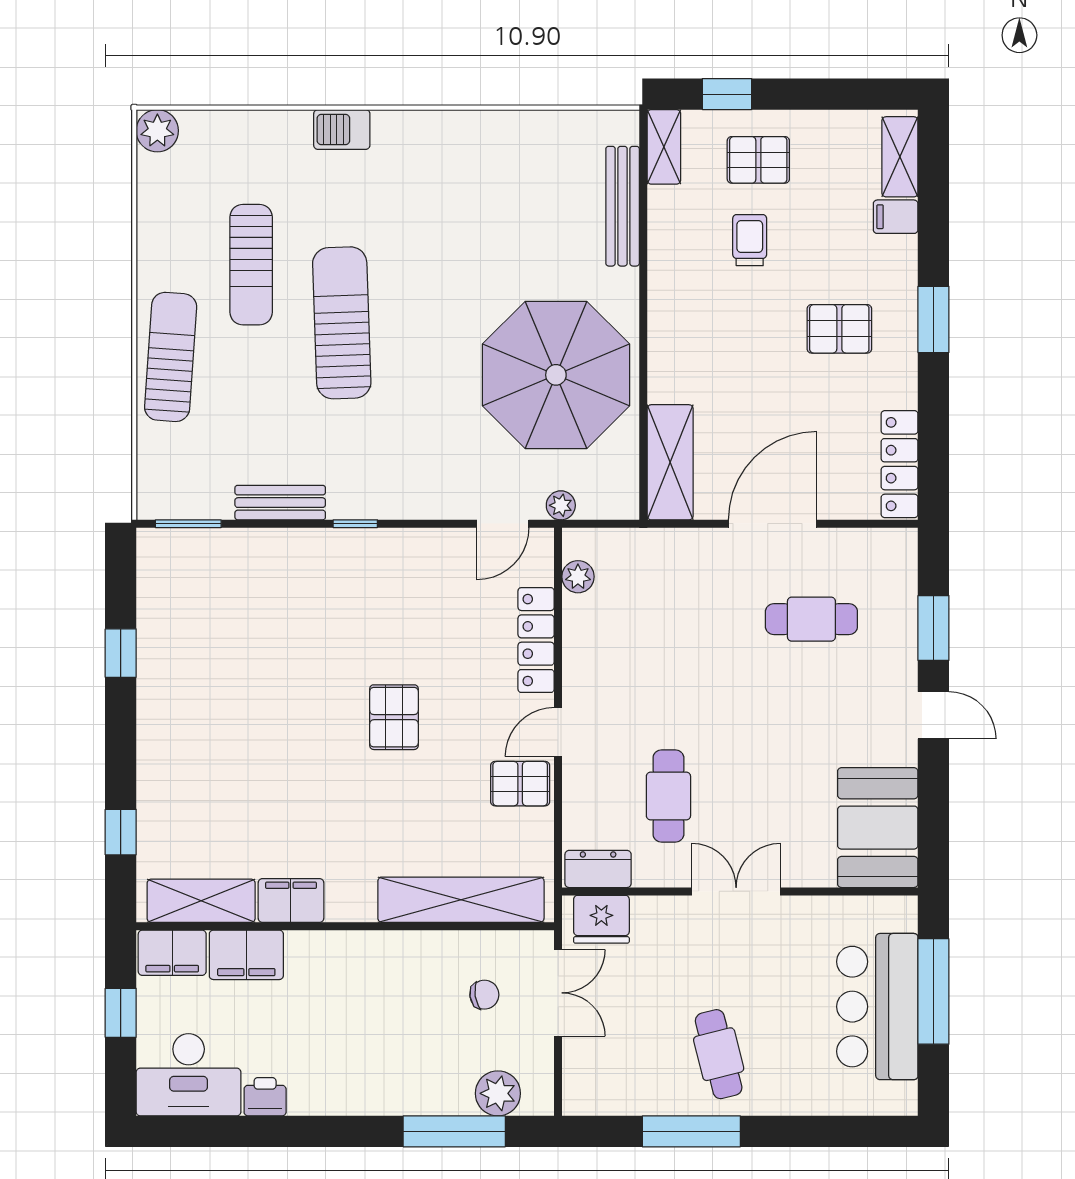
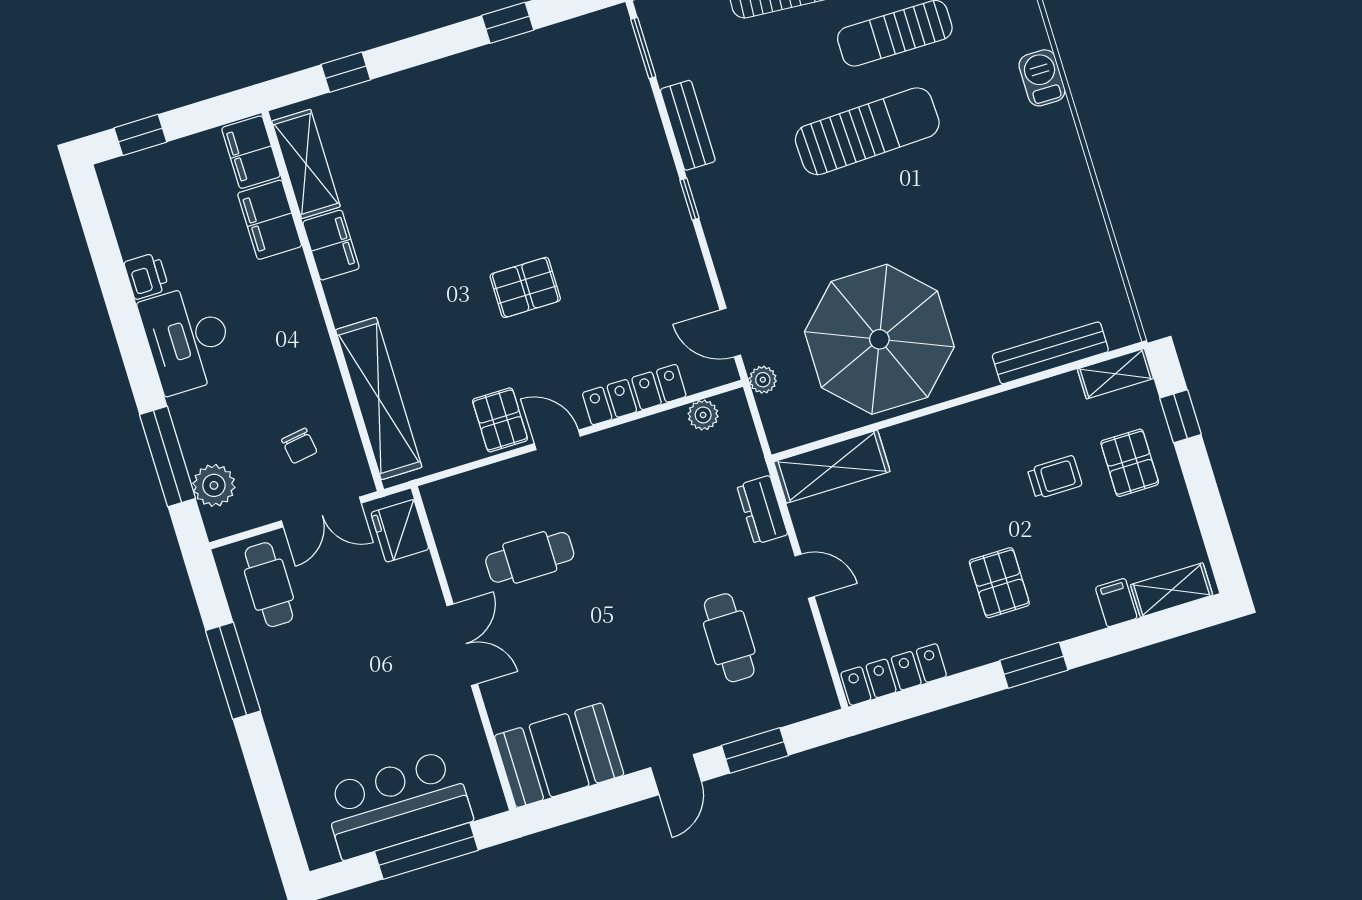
door: (773, 524) -> (805, 576), width x0.53
dresser: (598, 869) -> (762, 510), moved, turned 180
window: (121, 1013) -> (140, 135), moved
cafe table: (719, 1054) -> (269, 585), moved, turned -76
desk: (189, 1075) -> (188, 339), moved

